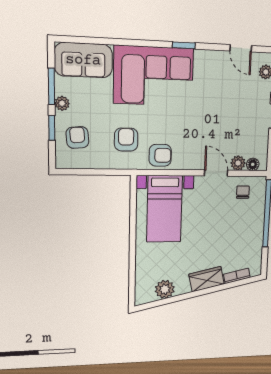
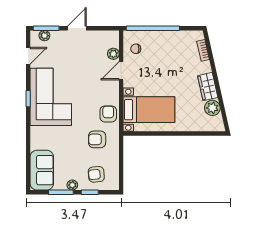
corner sofa: (154, 76) -> (51, 97), moved
floor lamp: (253, 164) -> (114, 42), removed
wardrobe: (207, 279) -> (208, 87), moved

